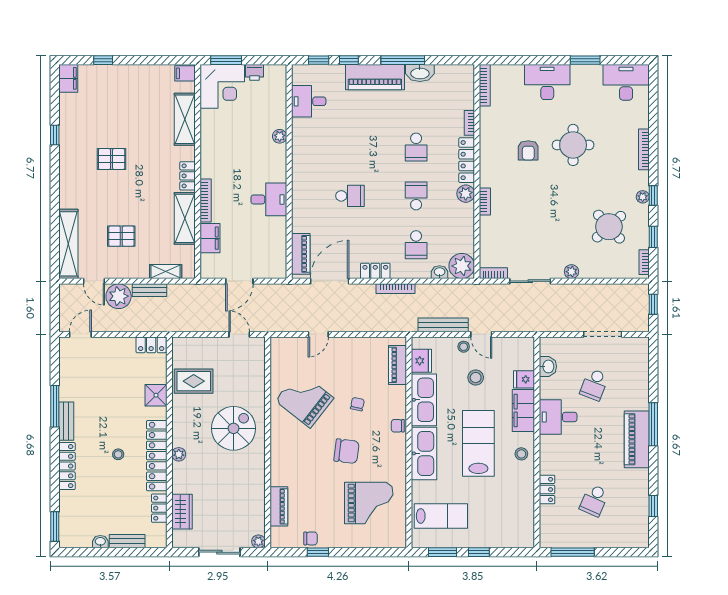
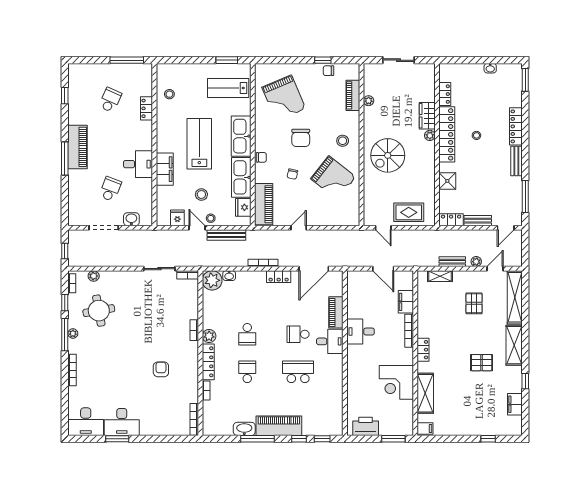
printer: (255, 72) -> (366, 426), width x1.87, depth x1.48
filing cabinet: (68, 78) -> (515, 404), moved
desk: (547, 82) -> (122, 422), moved
corner desk: (222, 86) -> (396, 382), moved, turned -90
desk: (309, 101) -> (330, 341), moved
plant: (280, 136) -> (352, 380), removed
round table: (573, 145) -> (126, 373), removed
window: (653, 196) -> (65, 335), width x2.17
shelving: (185, 218) -> (514, 345), moved
round table: (609, 227) -> (99, 311), turned 32
pallet: (121, 236) -> (474, 303), turned 90
school desk: (416, 245) -> (298, 372), moved, width x1.85
piano: (301, 254) -> (336, 312), moved
plant: (571, 272) -> (94, 276), moved
door: (94, 281) -> (495, 269), hinge flipped
door: (239, 281) -> (383, 269), swing flipped
plant: (119, 296) -> (476, 262), width x0.53, depth x0.53
door: (318, 334) -> (299, 228), moved
piano: (397, 365) -> (264, 204), width x1.37, depth x1.33
washbasin: (548, 366) -> (131, 219), moved, turned 90
fridge: (524, 379) -> (177, 218), moved, turned -90
rug: (194, 381) -> (409, 212), moved
window: (55, 406) -> (525, 196), moved
lab bench: (478, 443) -> (199, 144), turned 180
stool: (292, 447) -> (343, 141), added
chair: (347, 451) -> (301, 138), turned -97
stool: (521, 454) -> (169, 94), moved
grand piano: (369, 503) -> (284, 98), turned -113
wardrobe: (182, 512) -> (427, 116), moved
bench: (127, 541) -> (478, 221), moved
plant: (258, 541) -> (369, 101), moved
window: (479, 552) -> (199, 60), removed

